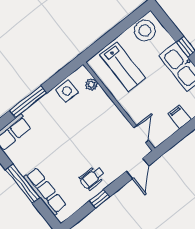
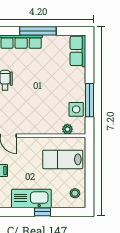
stool: (145, 31) -> (75, 193), width x0.53, depth x0.53
window: (28, 102) -> (89, 100), moved

